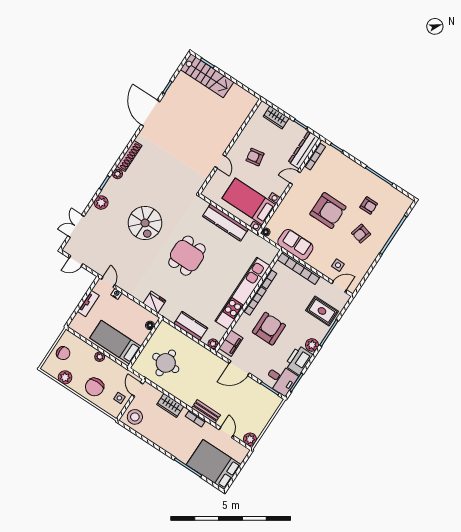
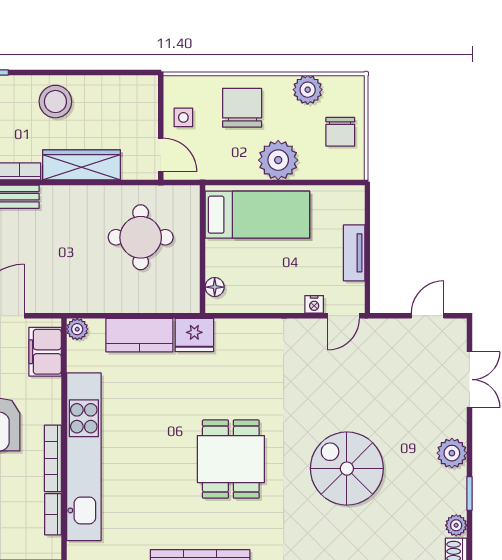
door: (108, 282) -> (344, 316), hinge flipped
fridge: (154, 302) -> (194, 335), moved
chair: (63, 353) -> (340, 132), turned -90
plant: (100, 357) -> (278, 160), width x1.88, depth x1.88
wardrobe: (170, 405) -> (82, 165), width x1.50
stool: (135, 417) -> (55, 102), moved

